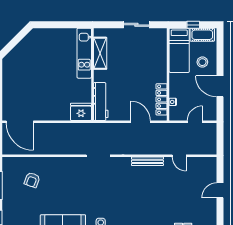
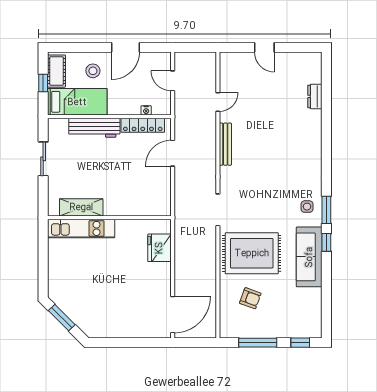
window: (17, 39) -> (62, 318), added
workbench: (101, 102) -> (94, 128), moved, turned 180
fridge: (81, 112) -> (159, 248), moved
rug: (66, 181) -> (252, 253), added

